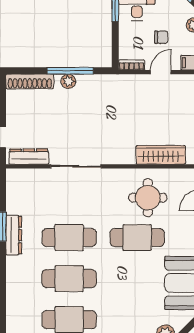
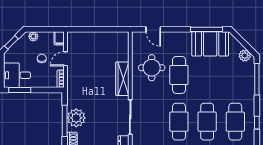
door: (161, 72) -> (66, 59), hinge flipped
plant: (68, 81) -> (76, 118), width x1.88, depth x1.88
wardrobe: (161, 155) -> (122, 79), moved

